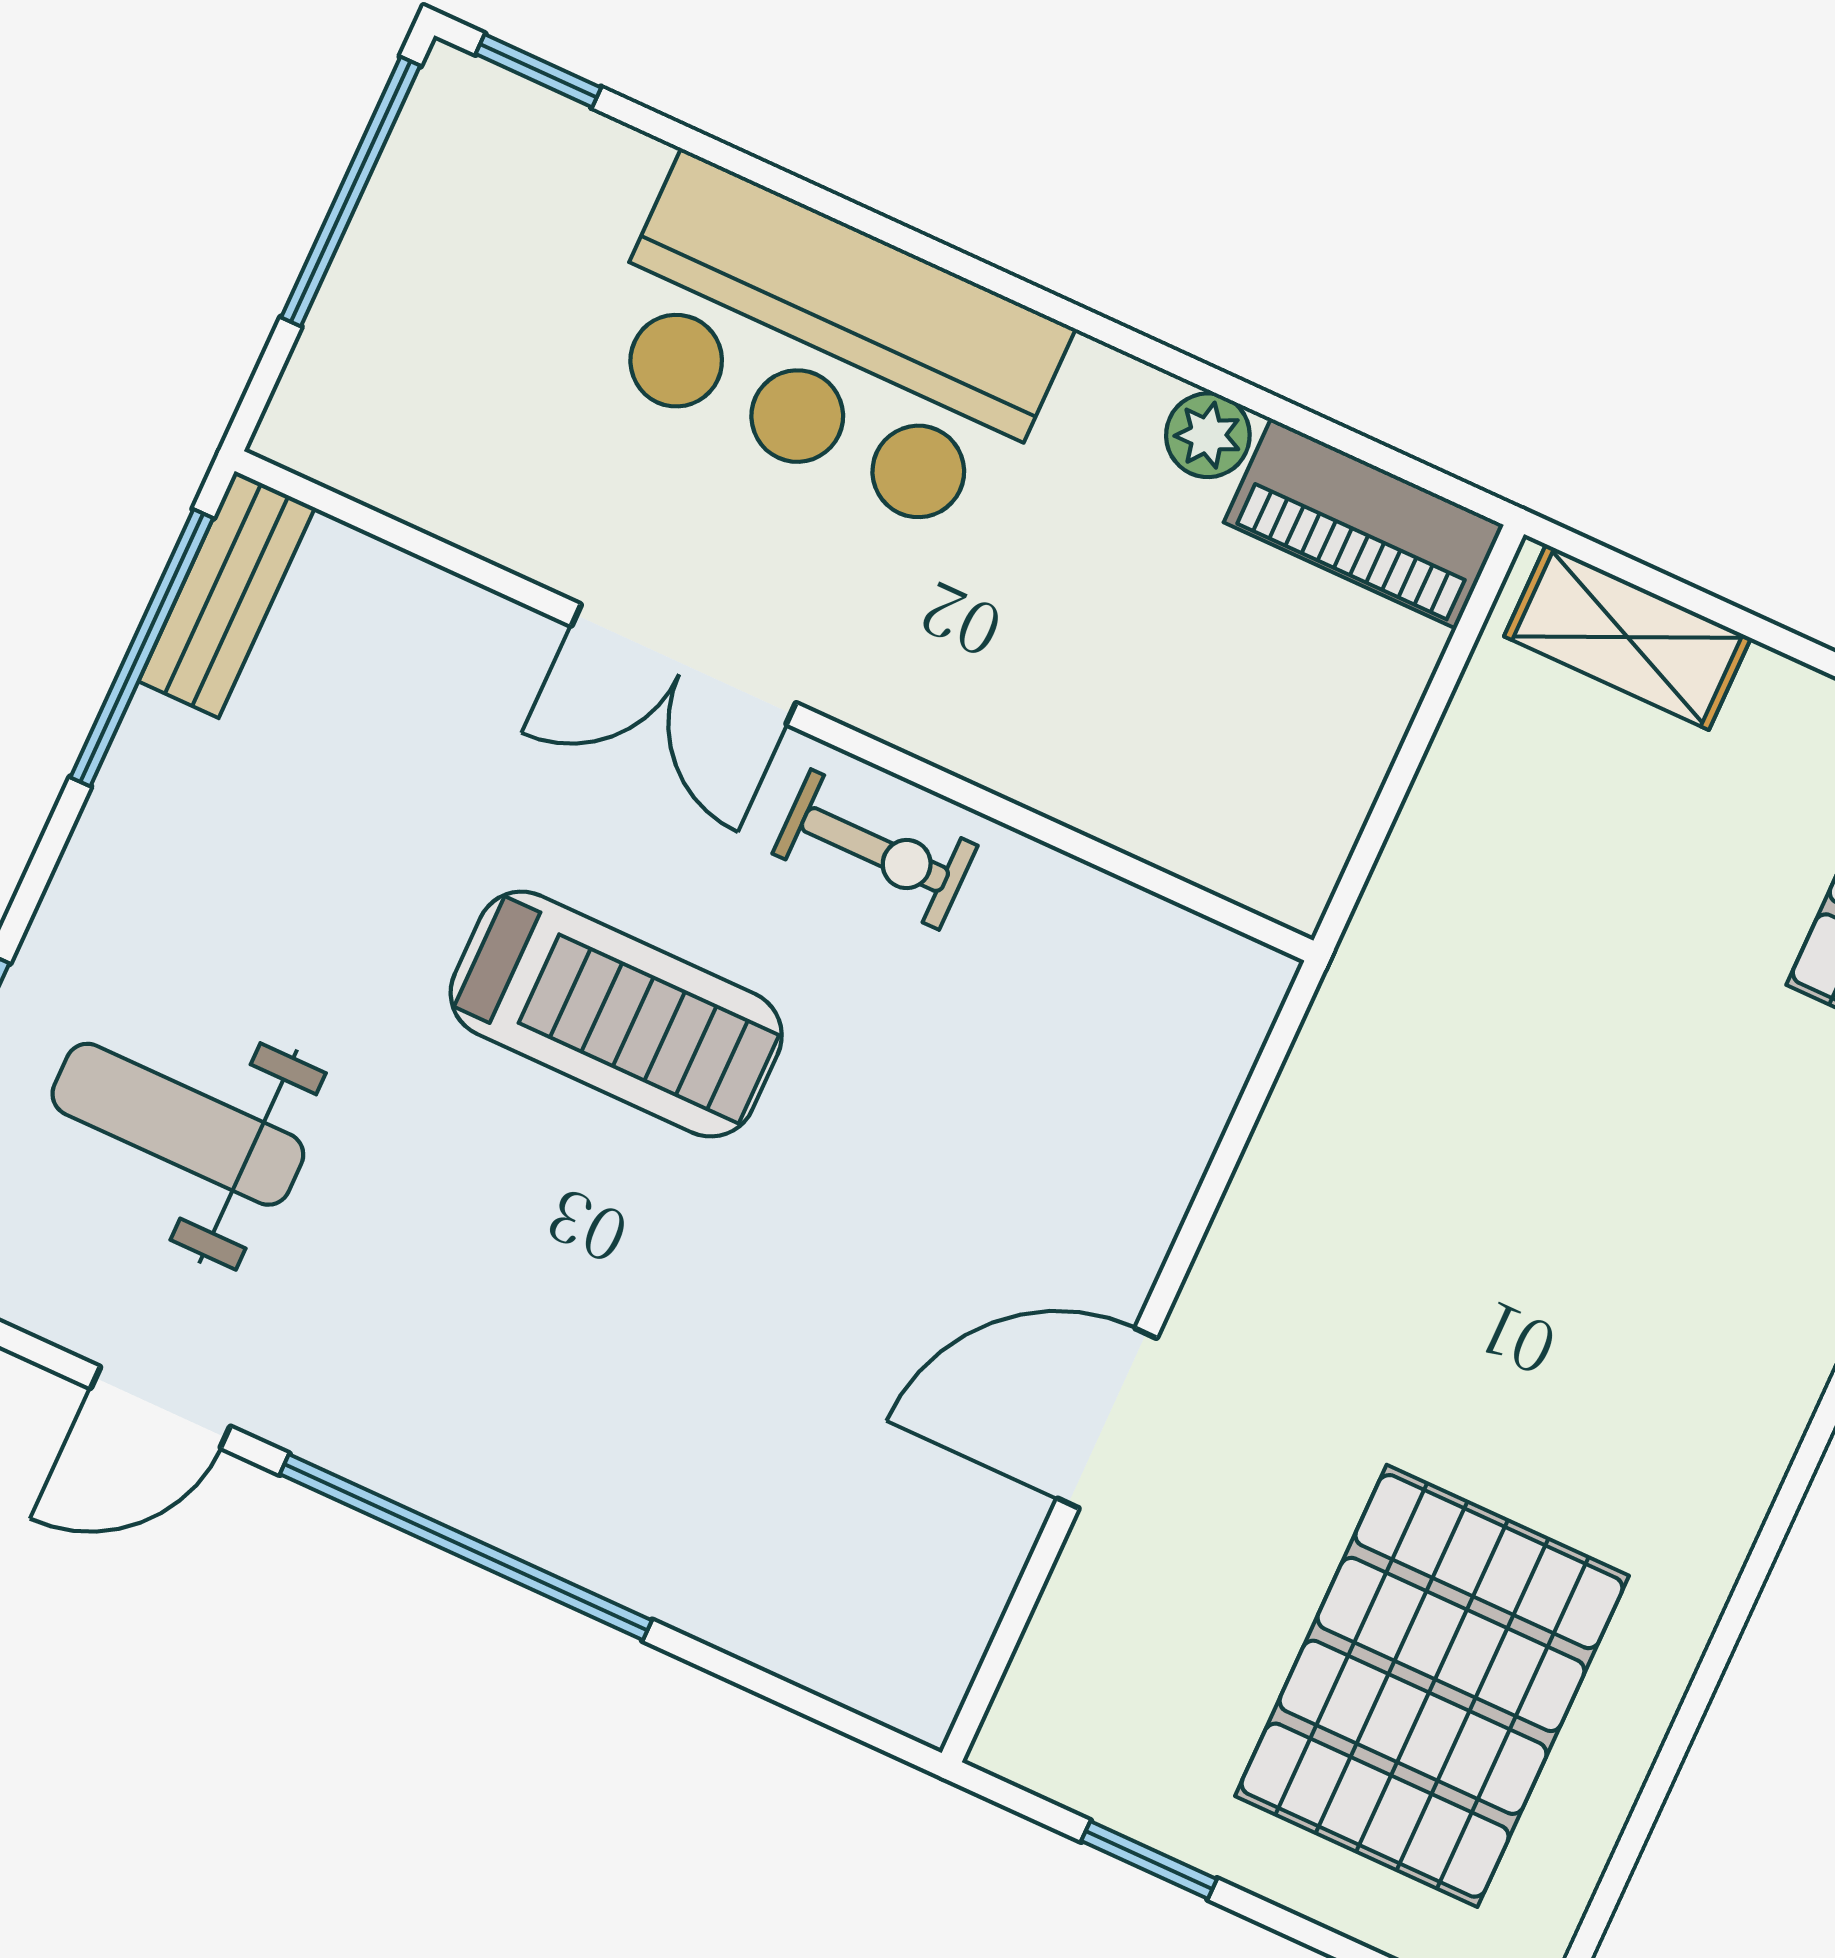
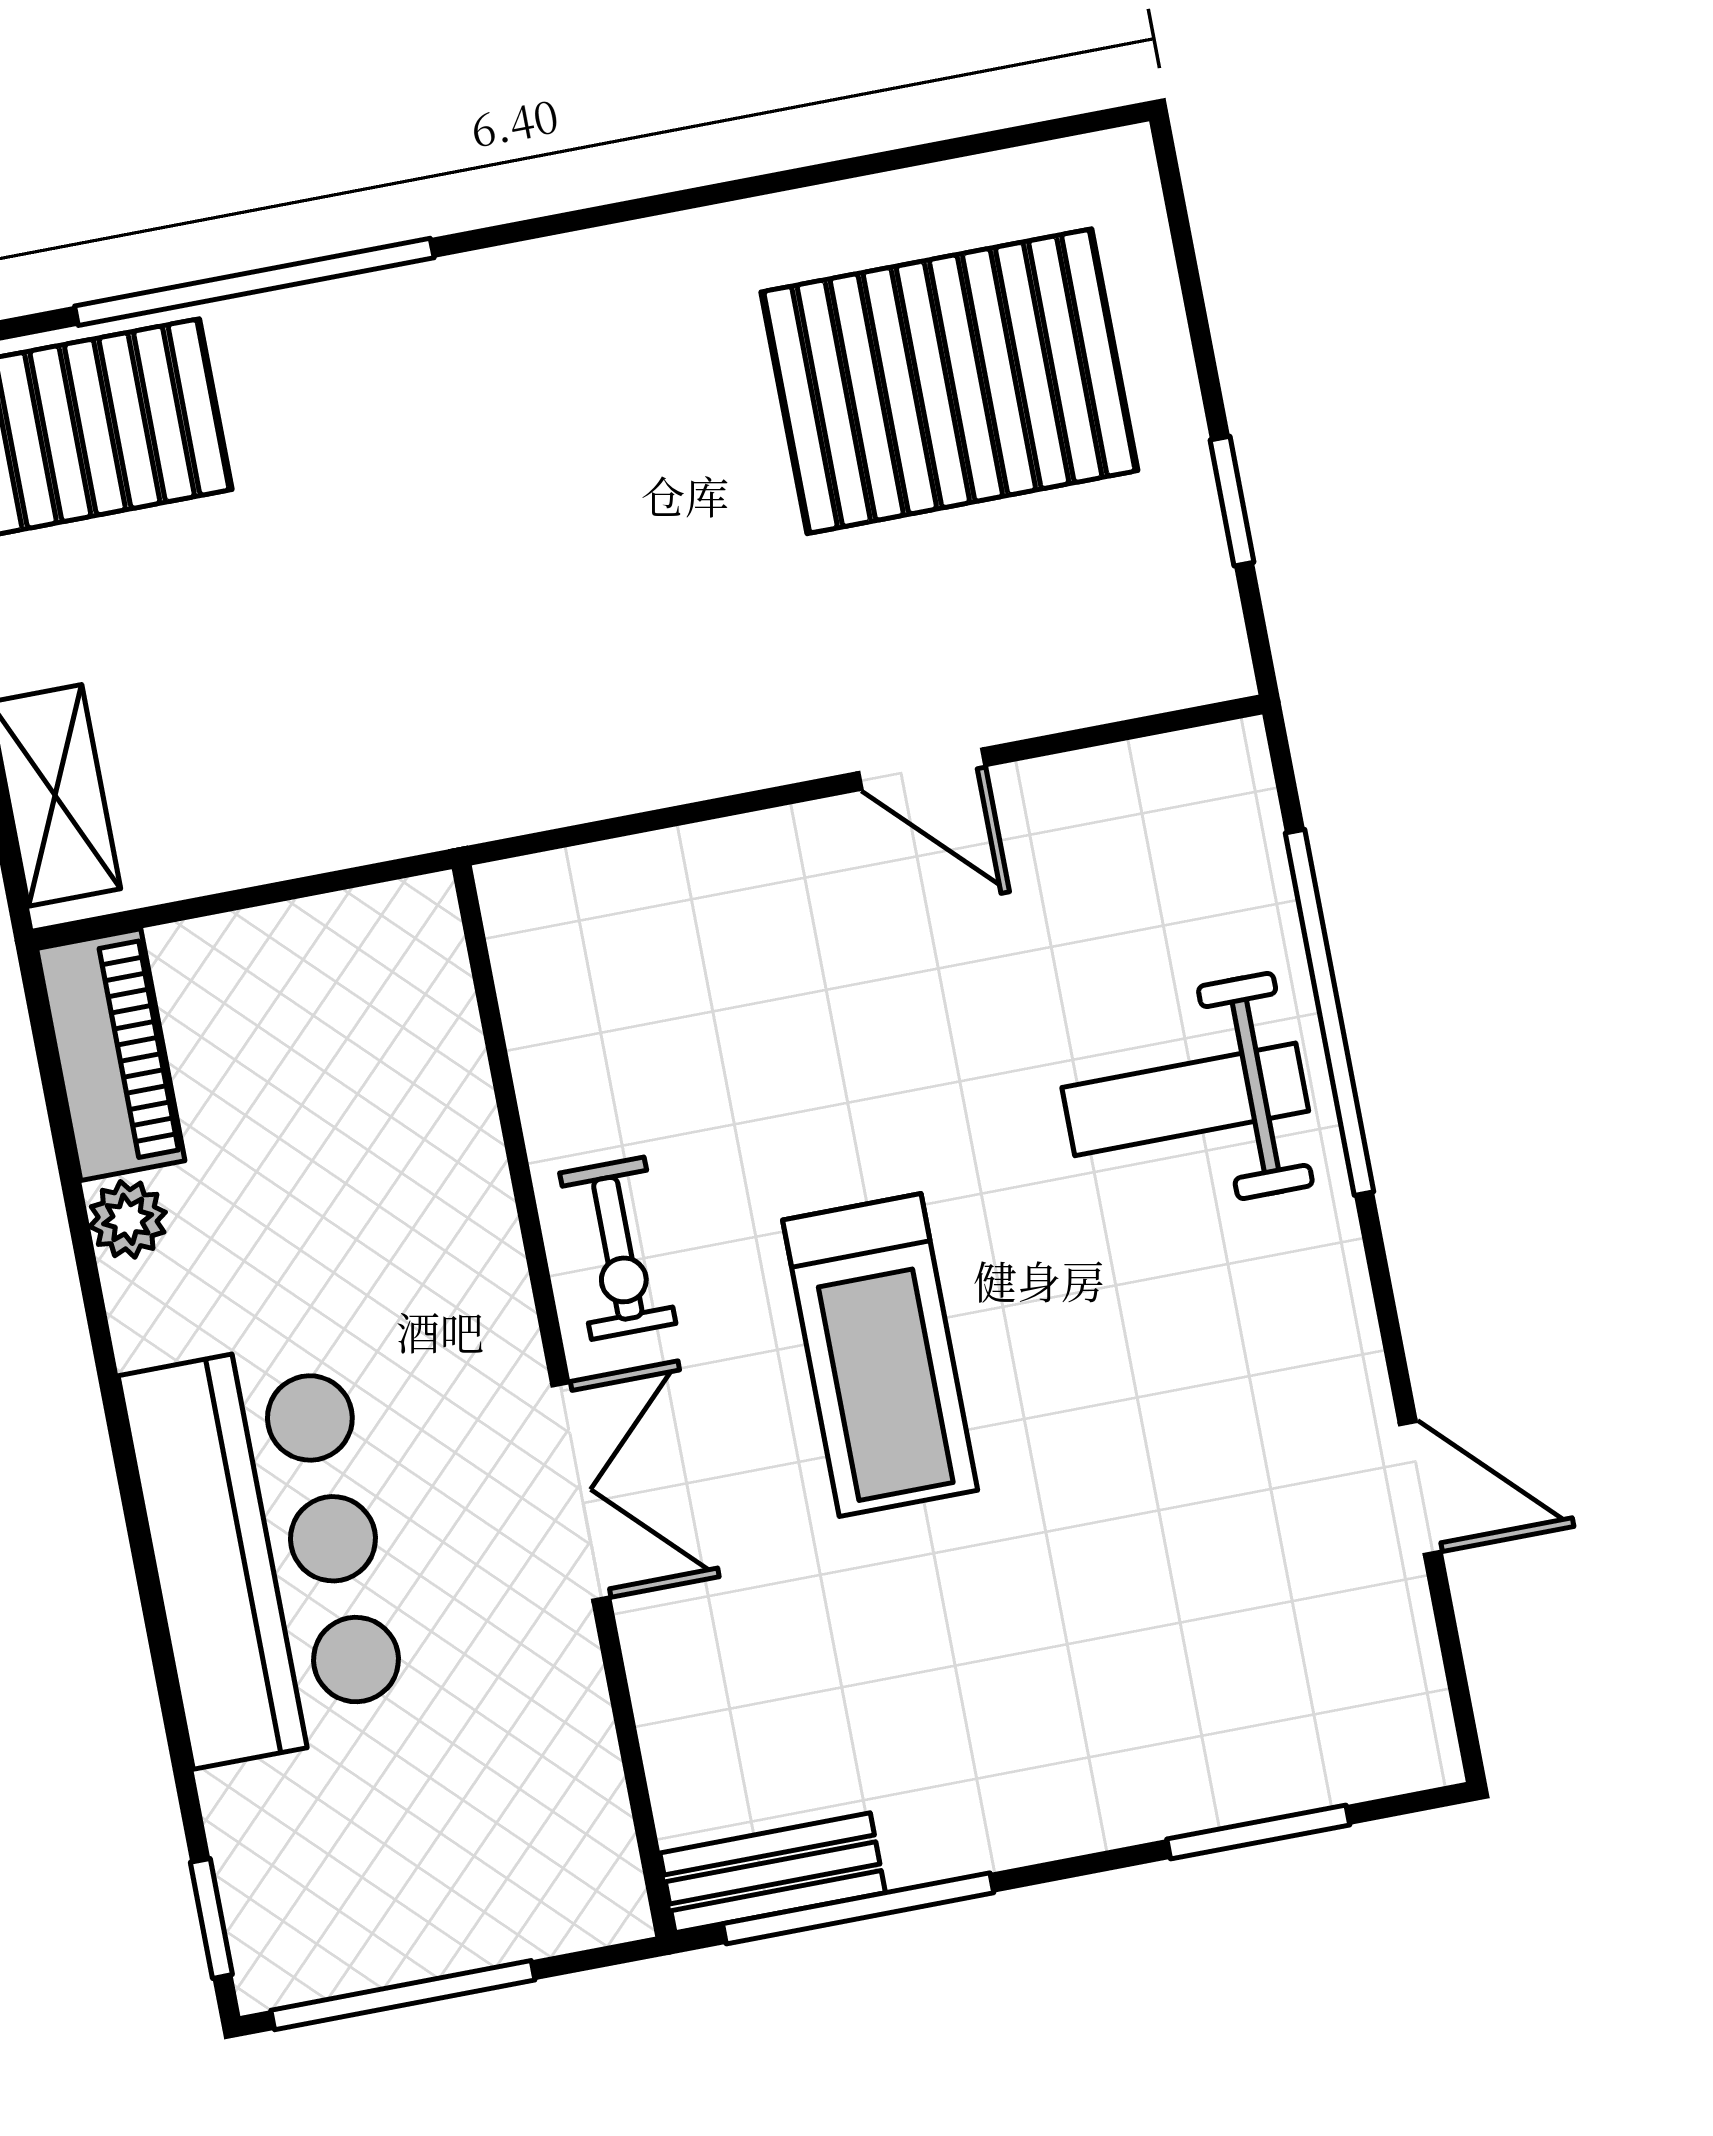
exercise bike: (875, 850) -> (618, 1248), turned 180
treadmill: (616, 1014) -> (880, 1355), turned 180
weight bench: (178, 1124) -> (1185, 1099), moved, turned 90
door: (1107, 1418) -> (922, 769), width x0.73
window: (466, 1547) -> (1329, 1012), moved

